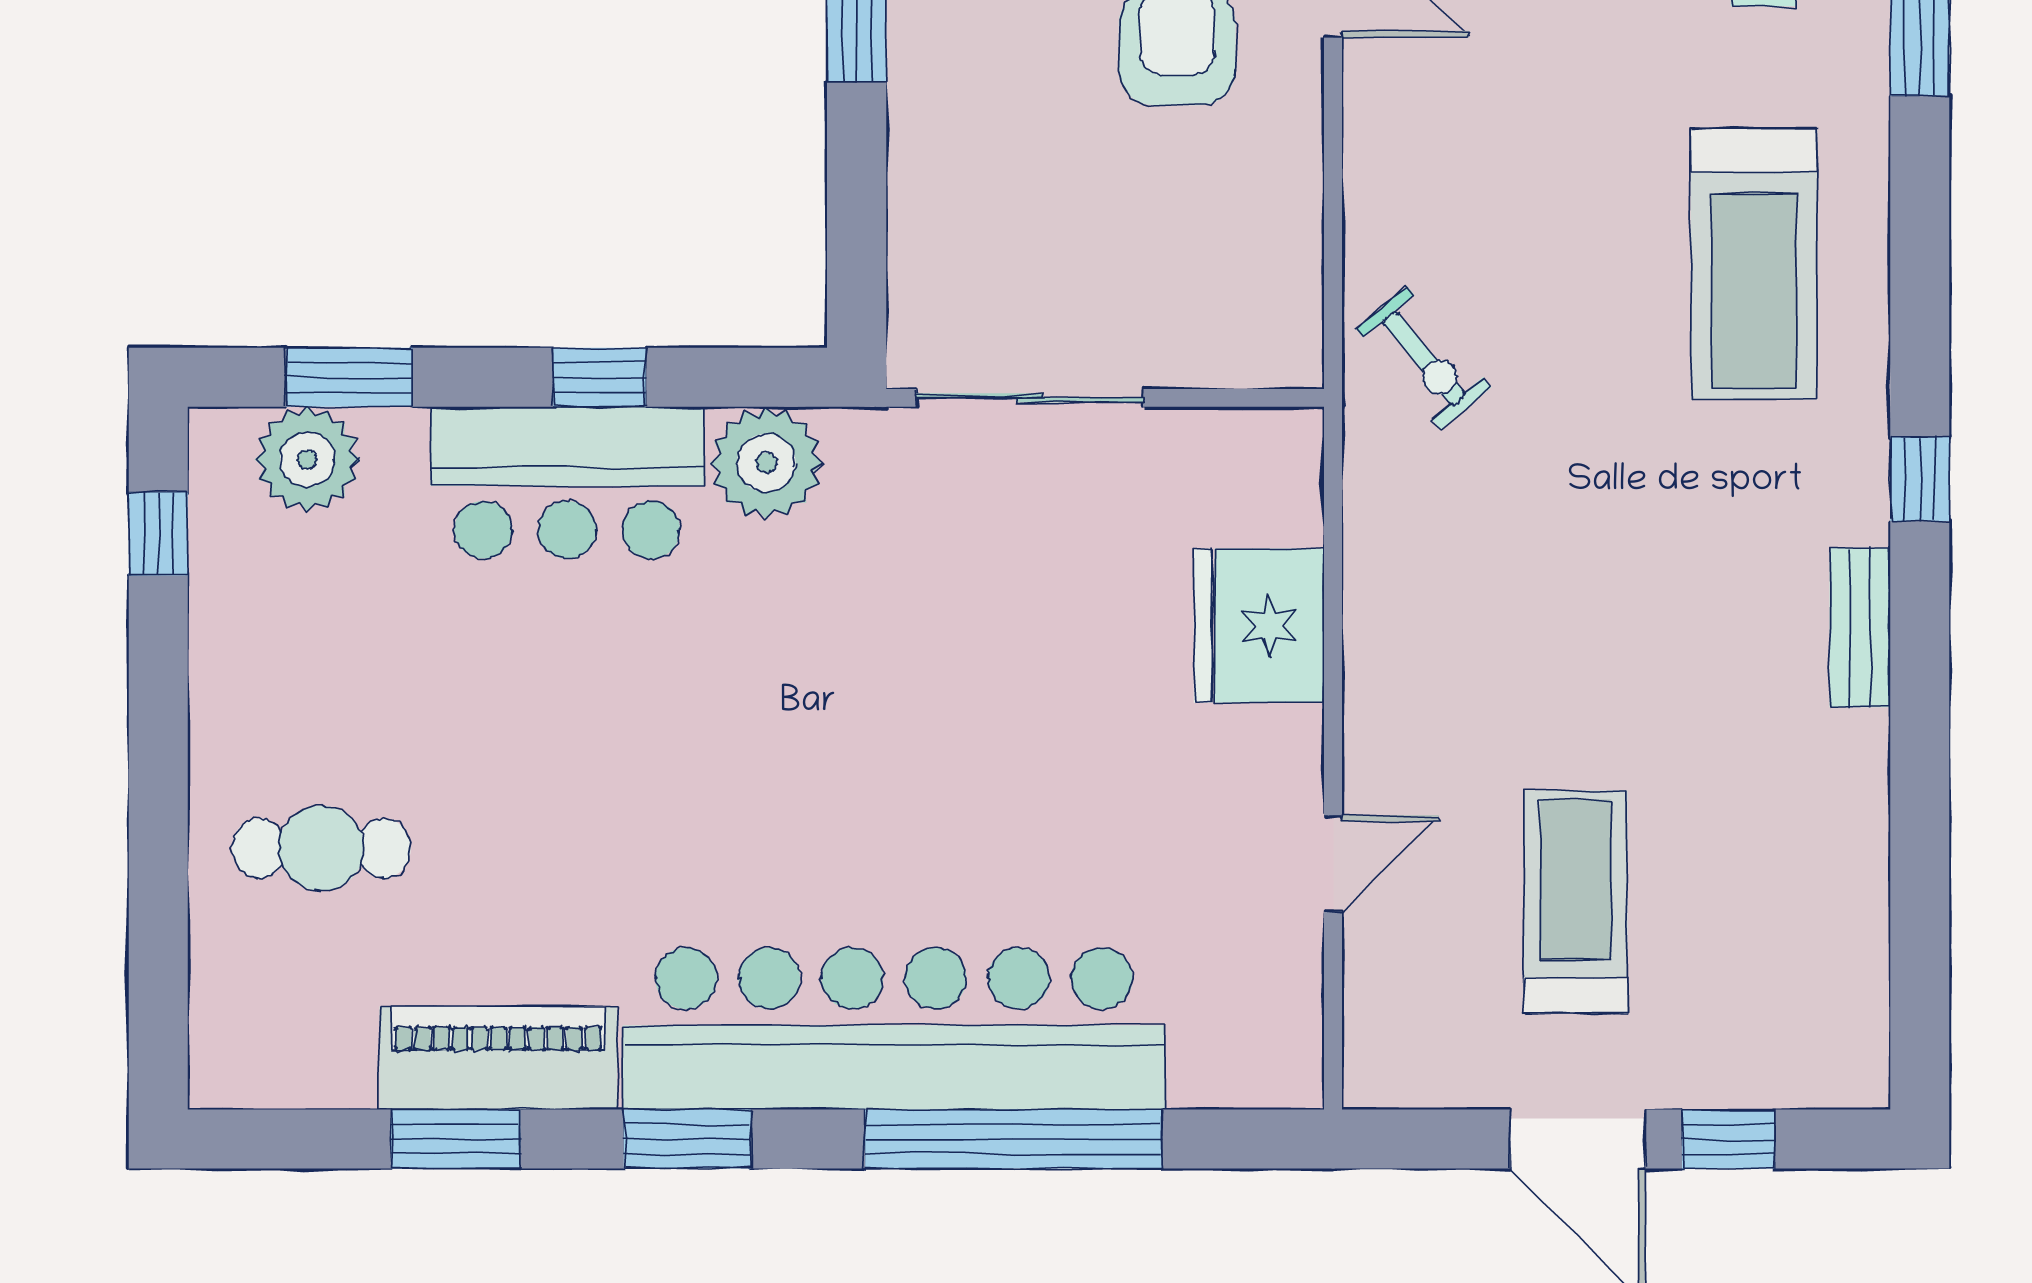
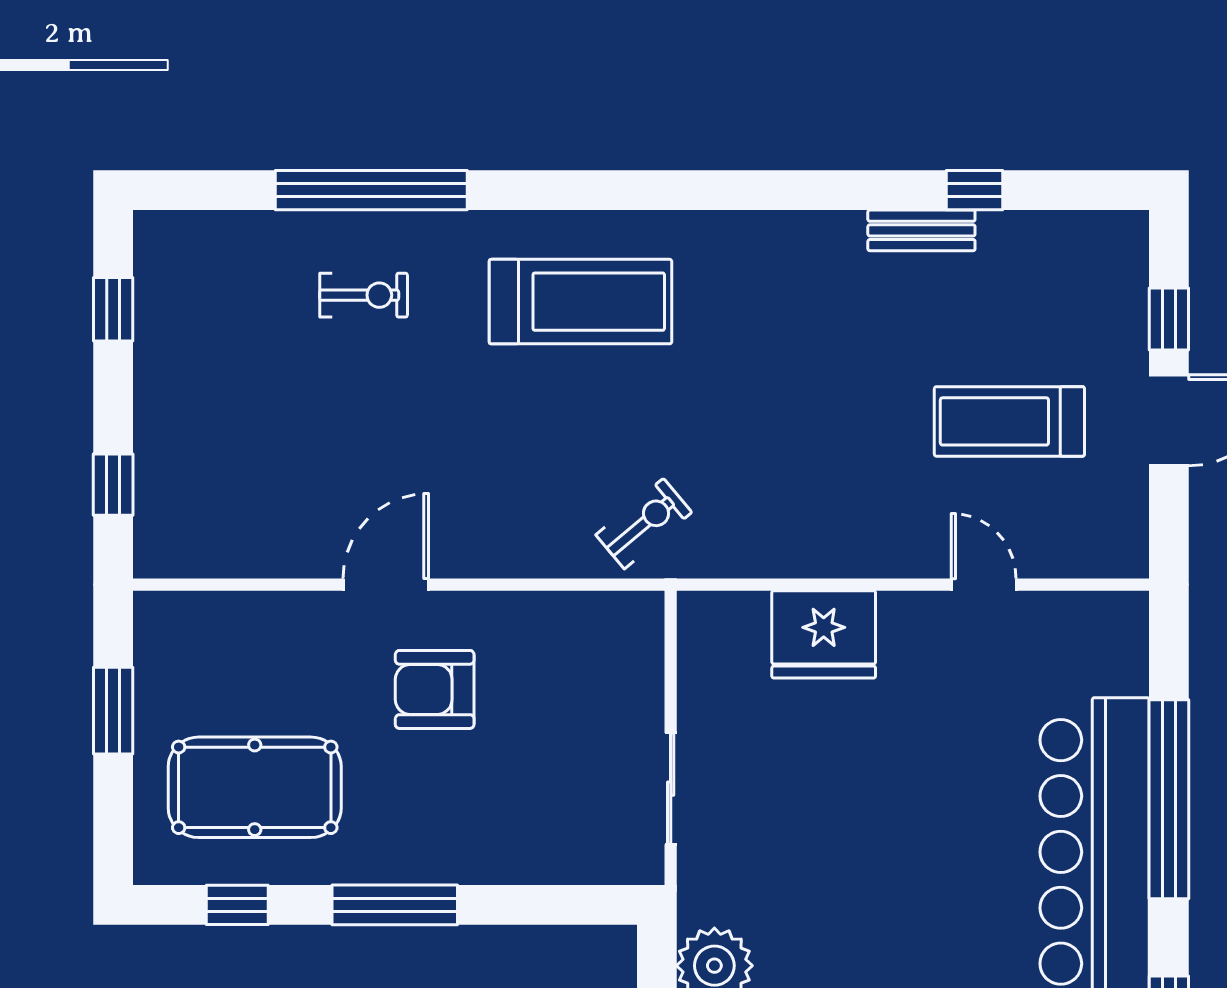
sliding door: (1029, 398) -> (671, 789), width x0.73
window: (1920, 479) -> (974, 190), moved
bench: (1860, 627) -> (921, 230), moved

